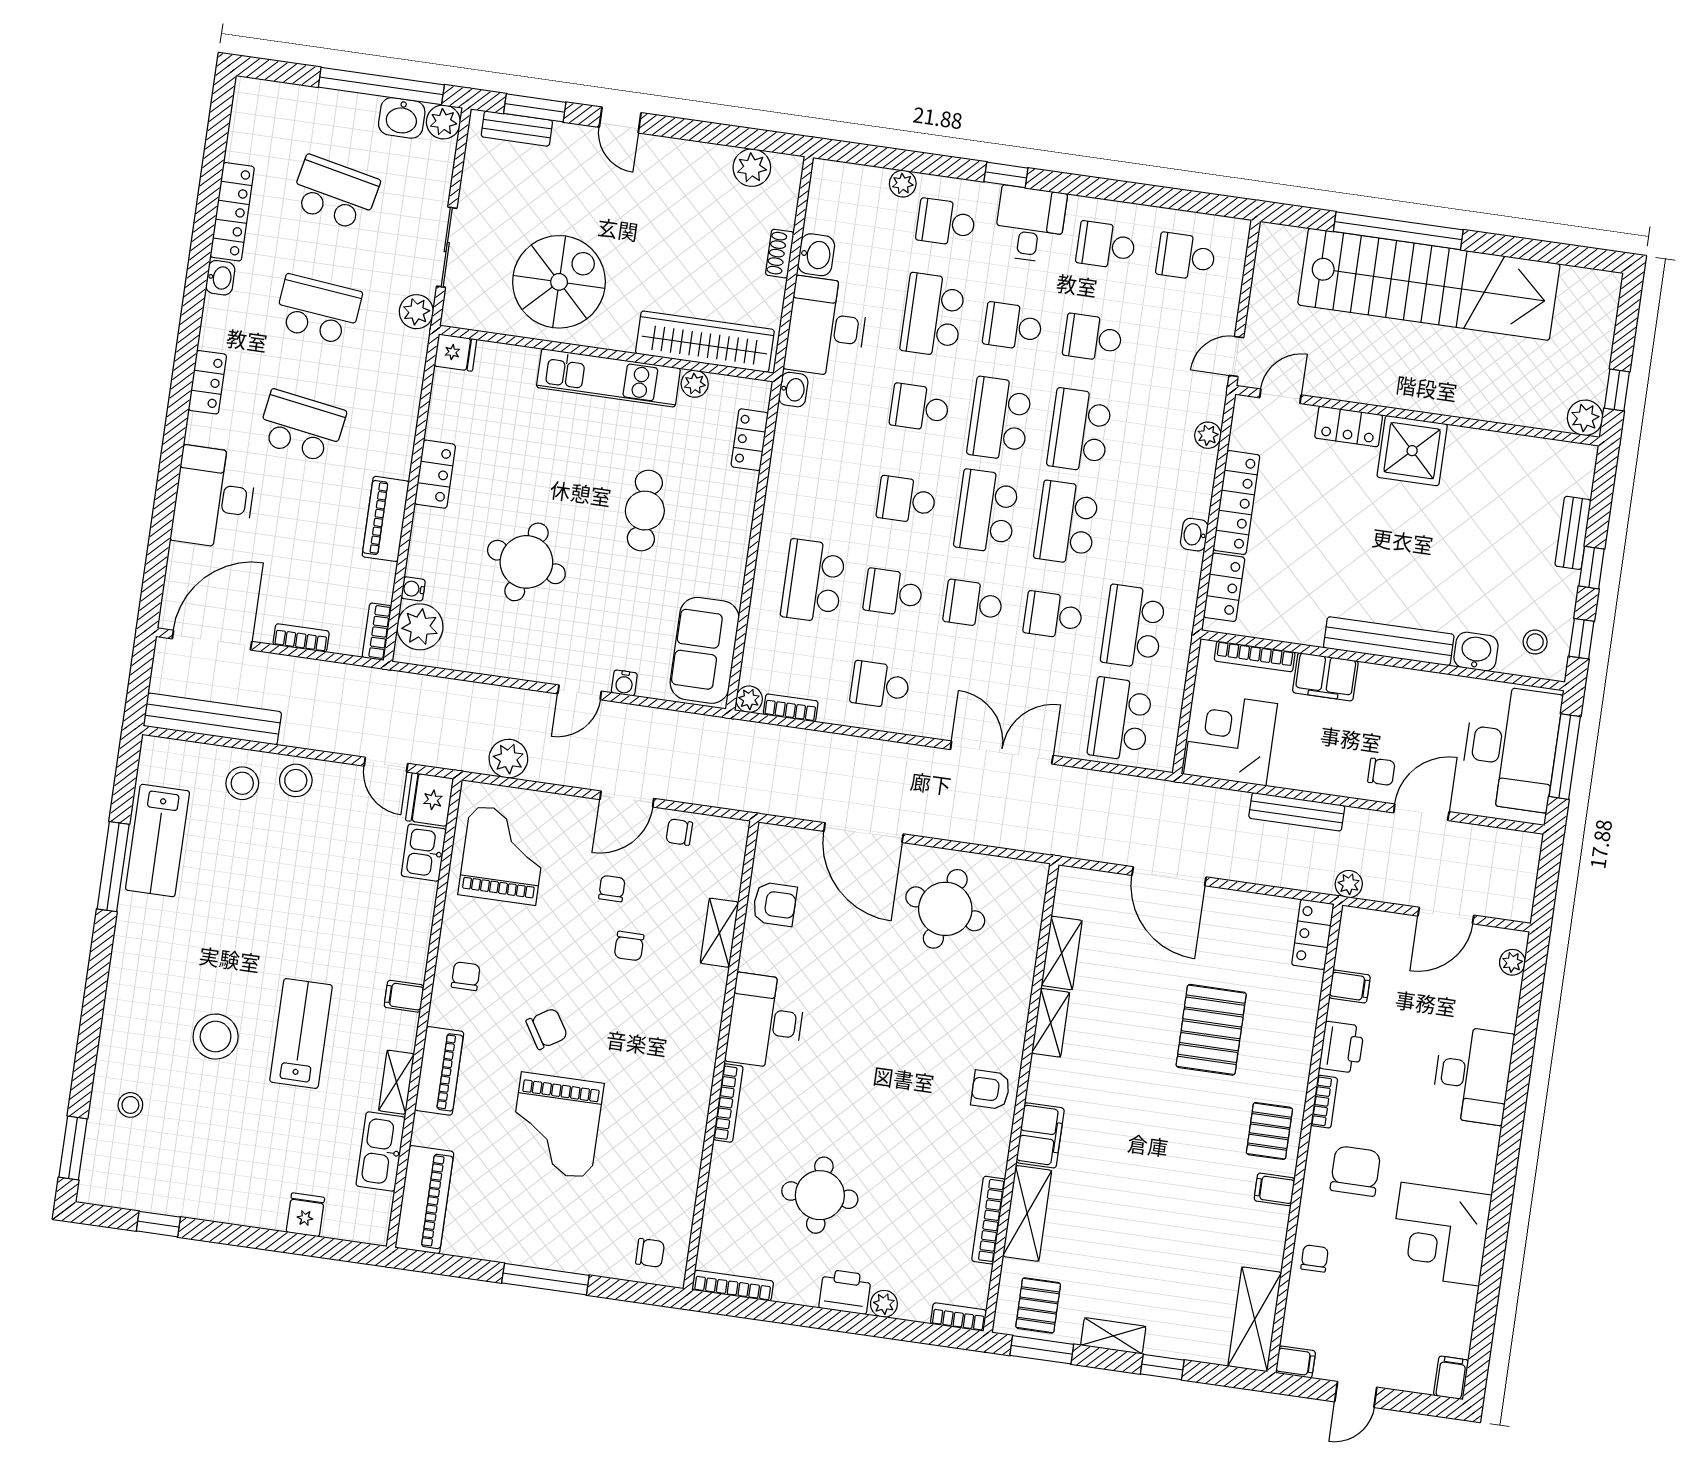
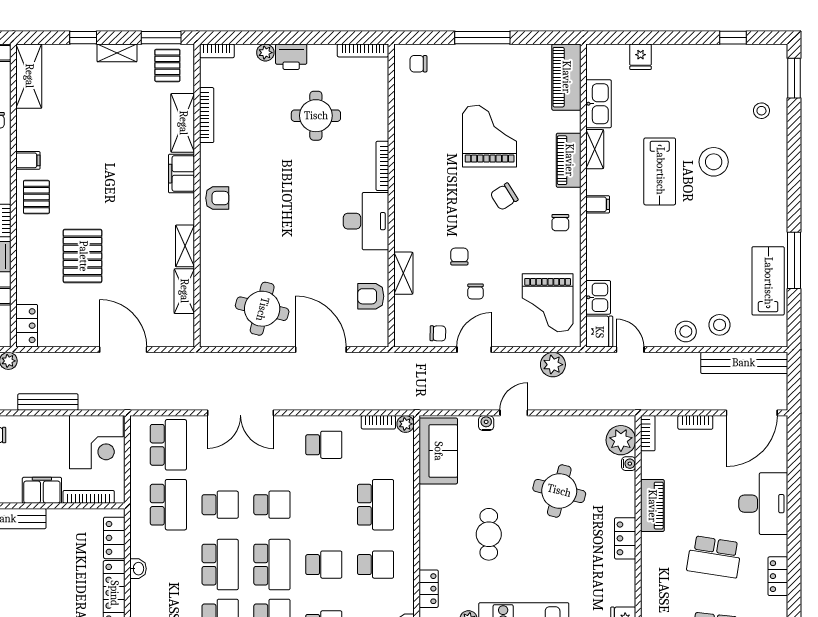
school desk: (893, 593) -> (376, 565), moved

